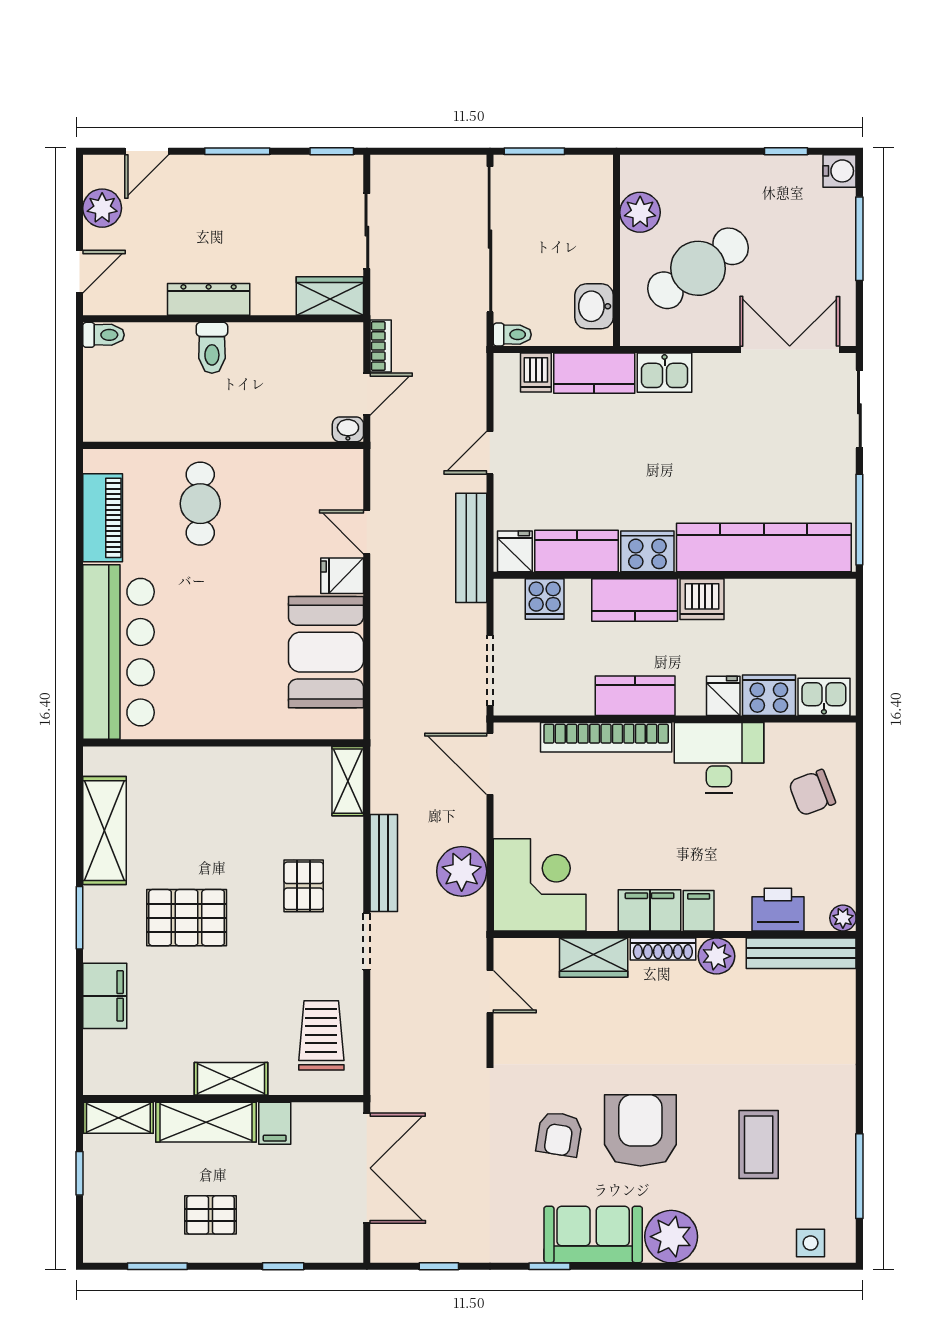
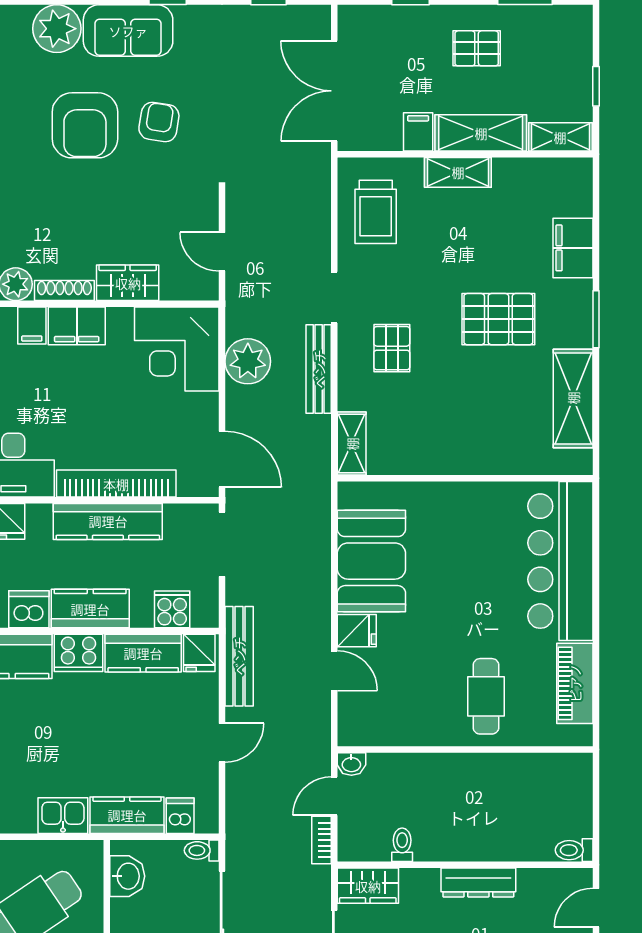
toilet: (212, 348) -> (402, 845), moved, width x0.73, depth x0.72
kitchen counter: (635, 696) -> (108, 521), width x1.50

